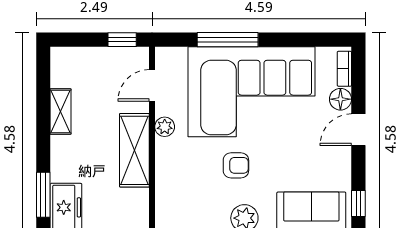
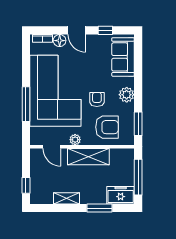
window: (122, 40) -> (26, 185), moved
armchair: (187, 183) -> (107, 127), added
window: (43, 195) -> (100, 208), moved
window: (358, 204) -> (105, 30), moved

